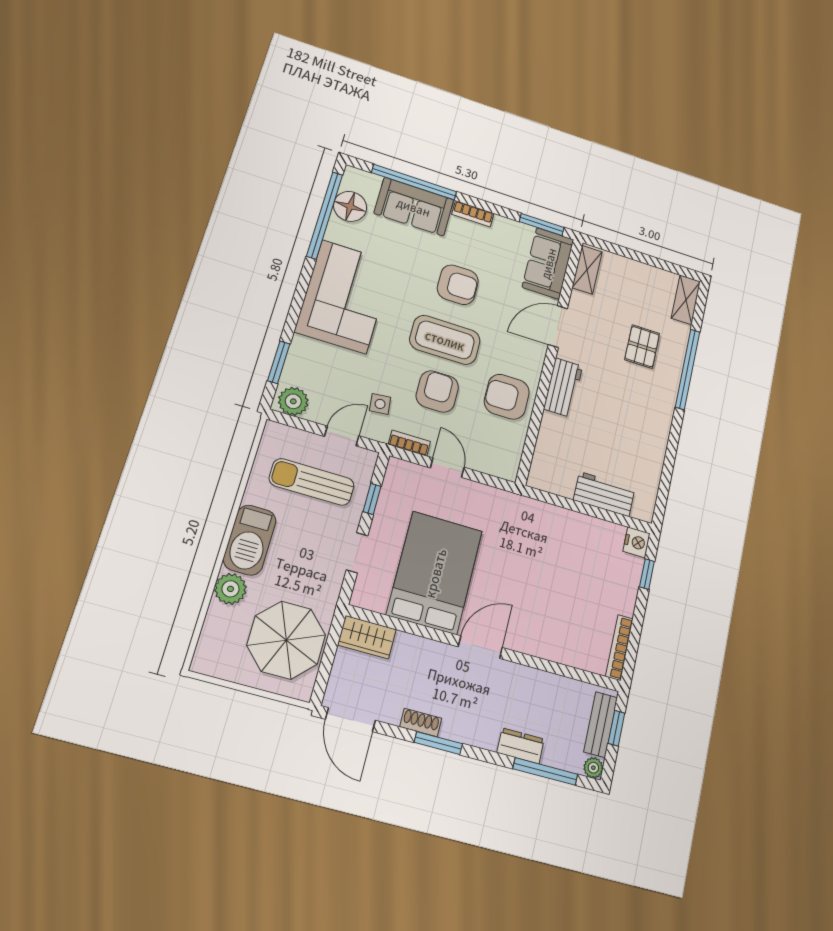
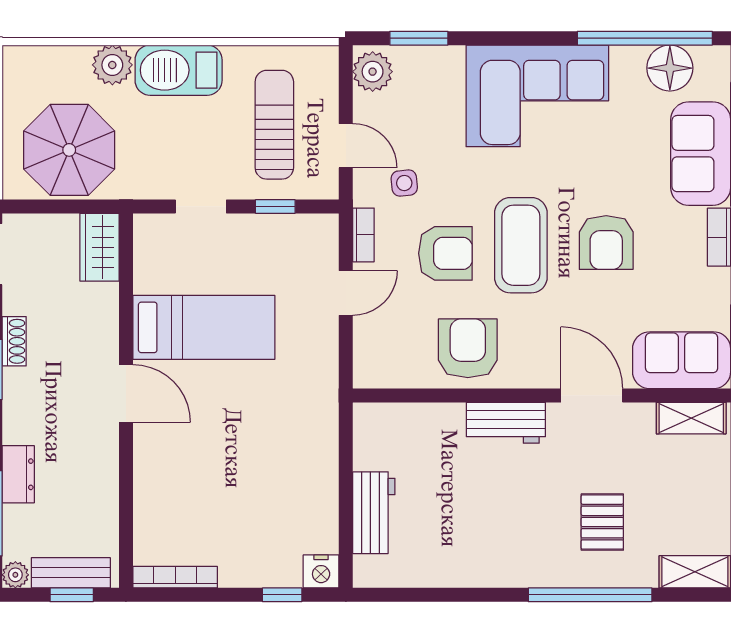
pallet: (642, 347) -> (602, 522), turned 90
bed: (435, 573) -> (204, 327), width x0.67

